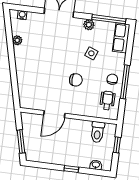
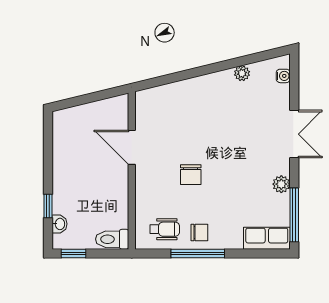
side table: (91, 53) -> (236, 194), removed
toilet: (97, 132) -> (112, 239), moved
window: (21, 141) -> (82, 100), removed
window: (117, 145) -> (74, 253), moved
window: (71, 169) -> (48, 206), moved

